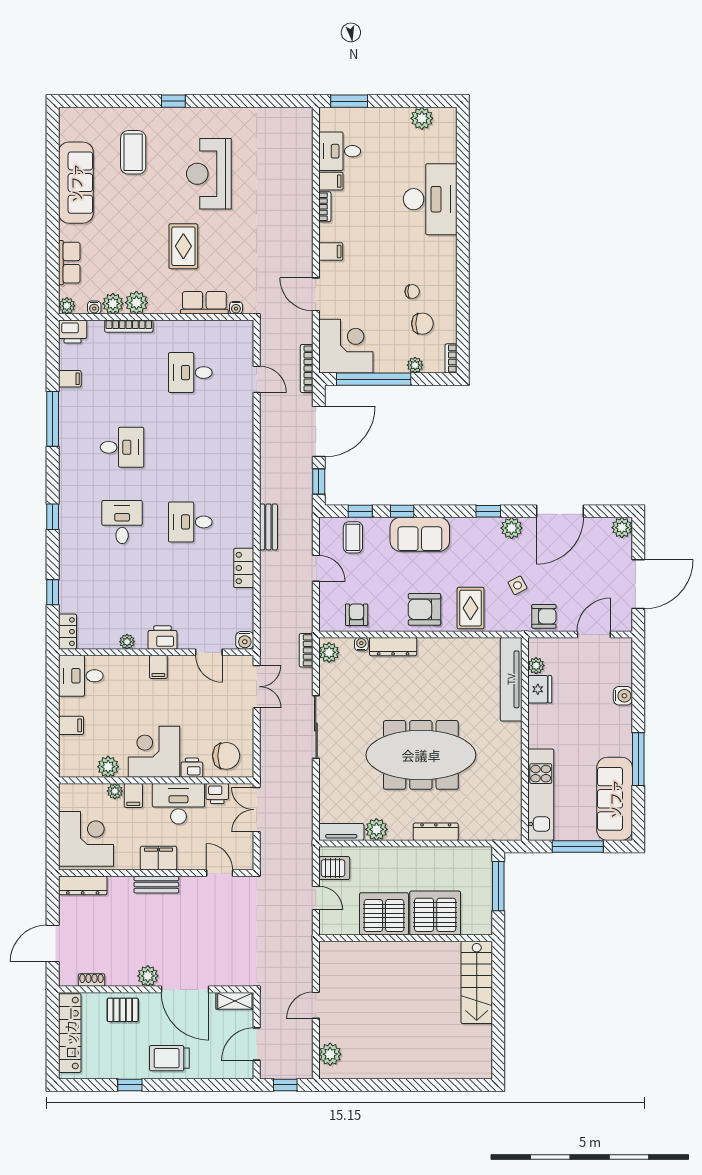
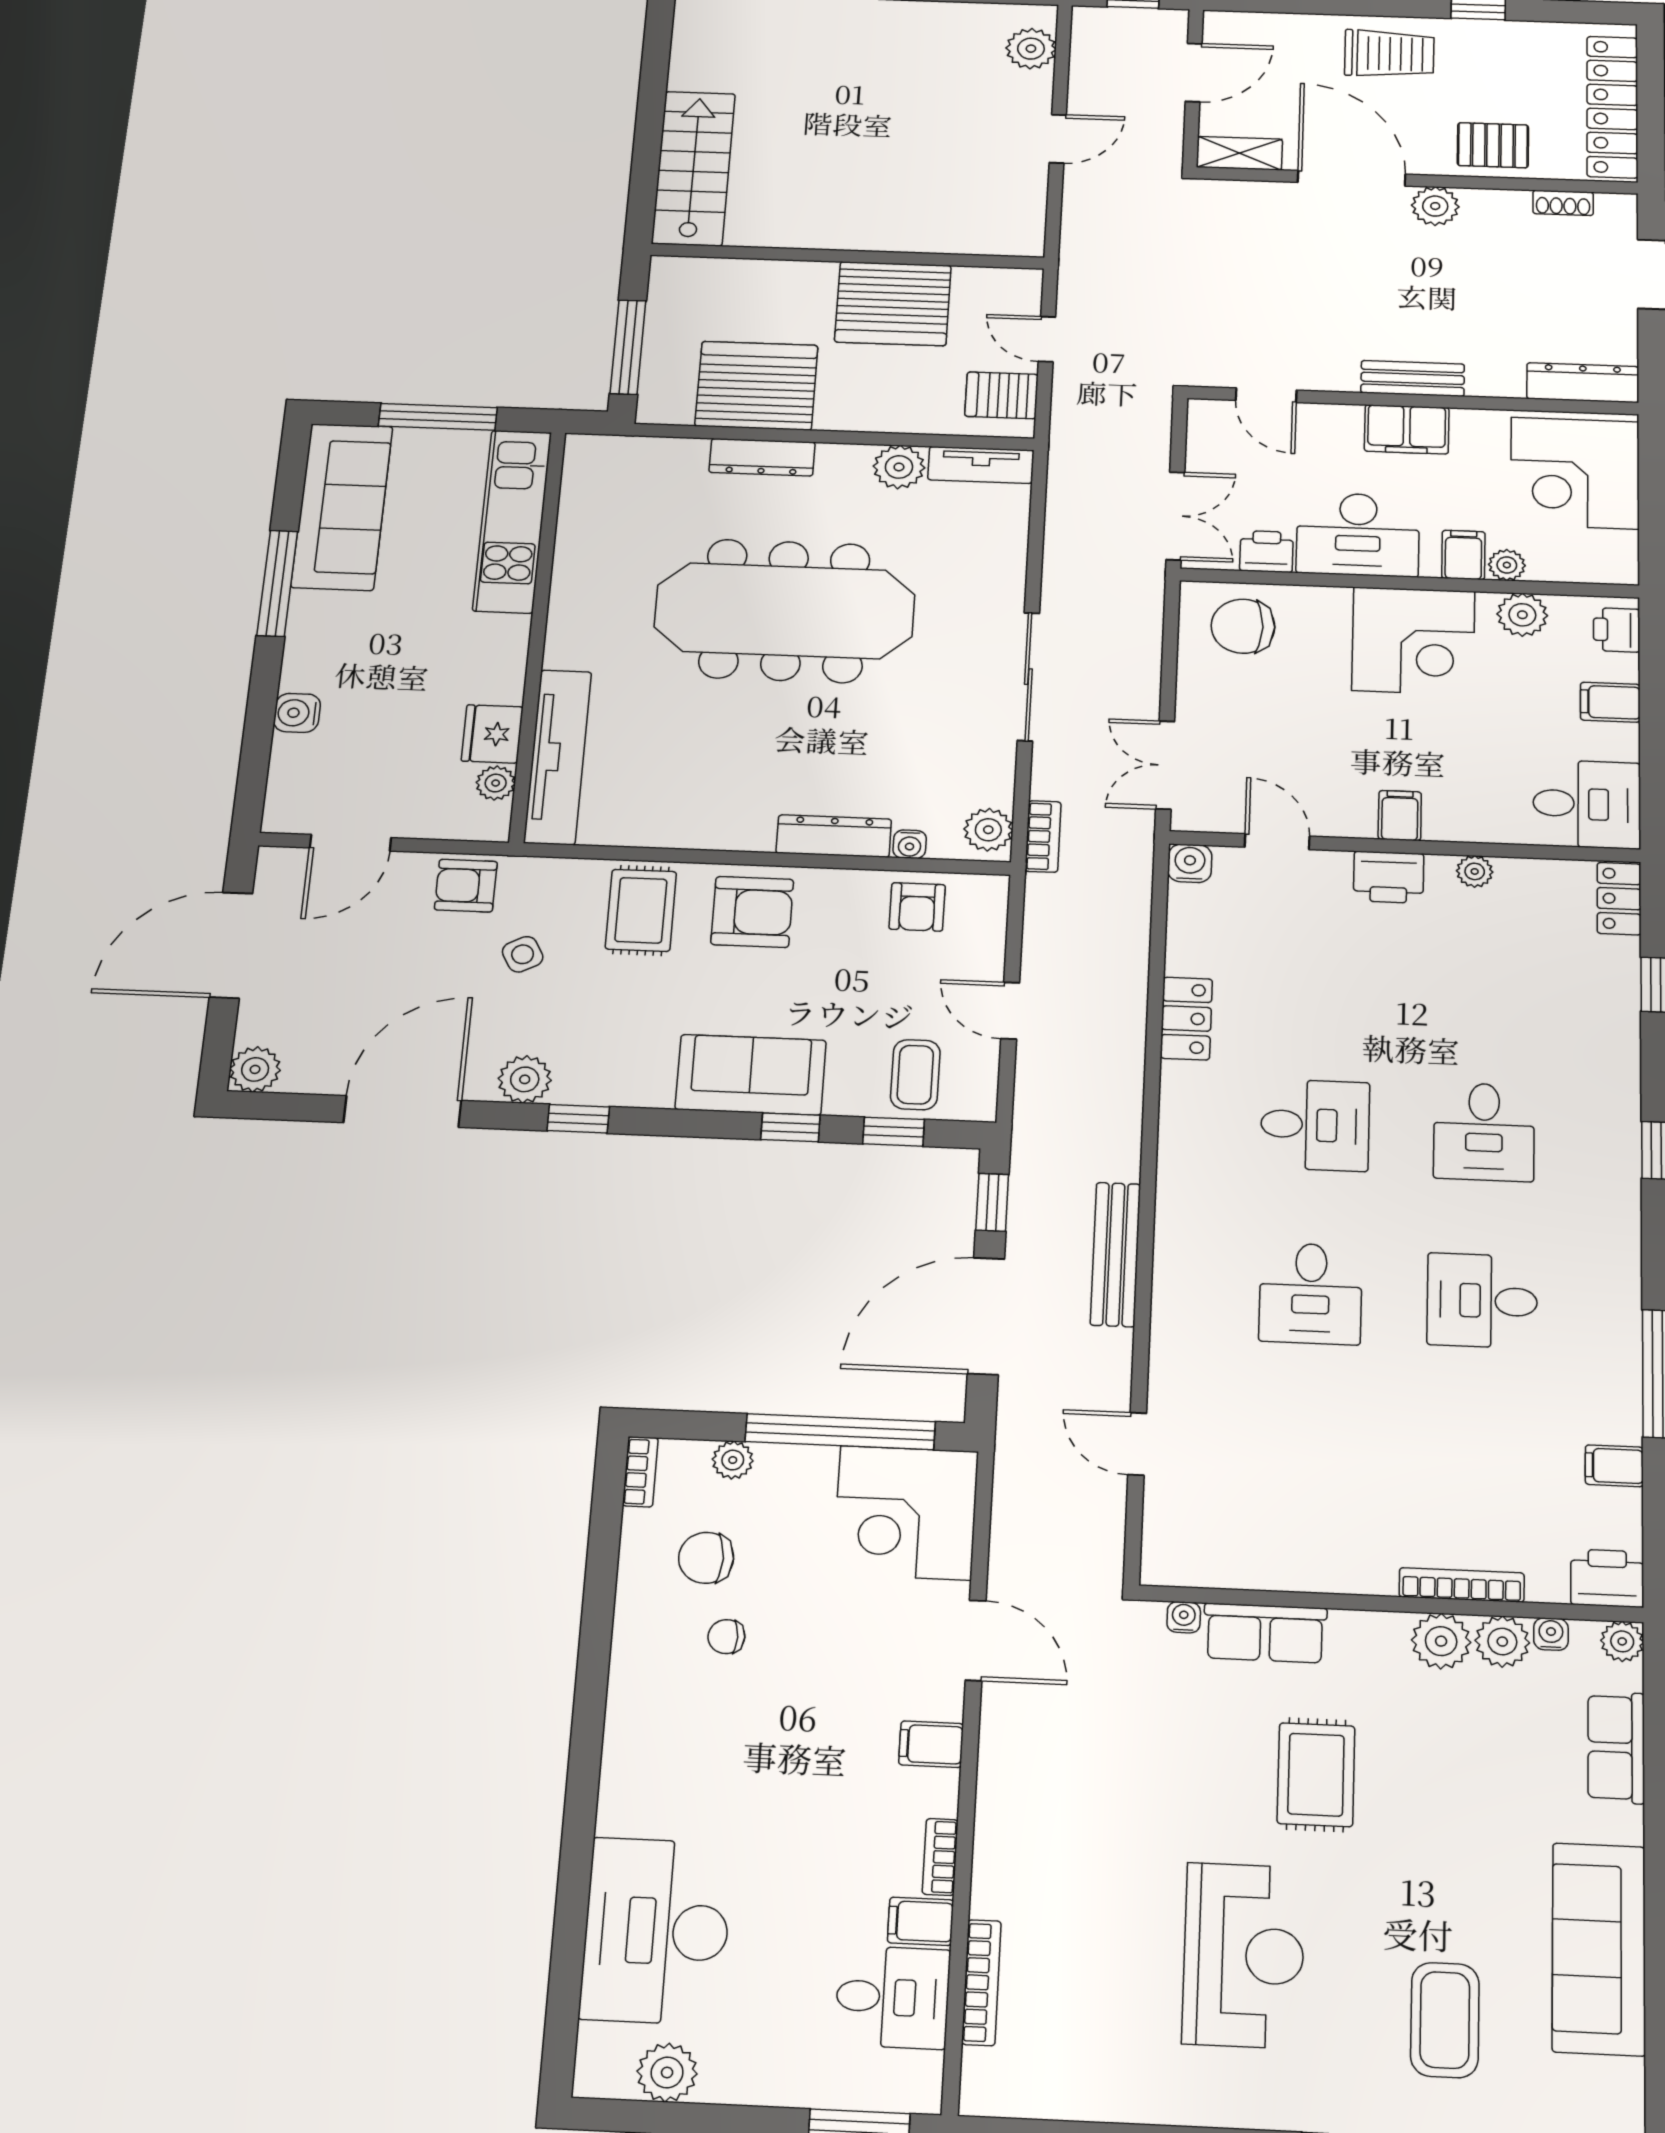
desk: (430, 199) -> (656, 1931), moved
bookcase: (307, 368) -> (981, 1983), moved
desk: (190, 373) -> (1311, 1293), moved, turned 90
bench: (268, 527) -> (1115, 1254), moved, width x1.36
printer: (192, 768) -> (1617, 630), moved, turned 90
server rack: (435, 913) -> (756, 386), moved, turned 180

